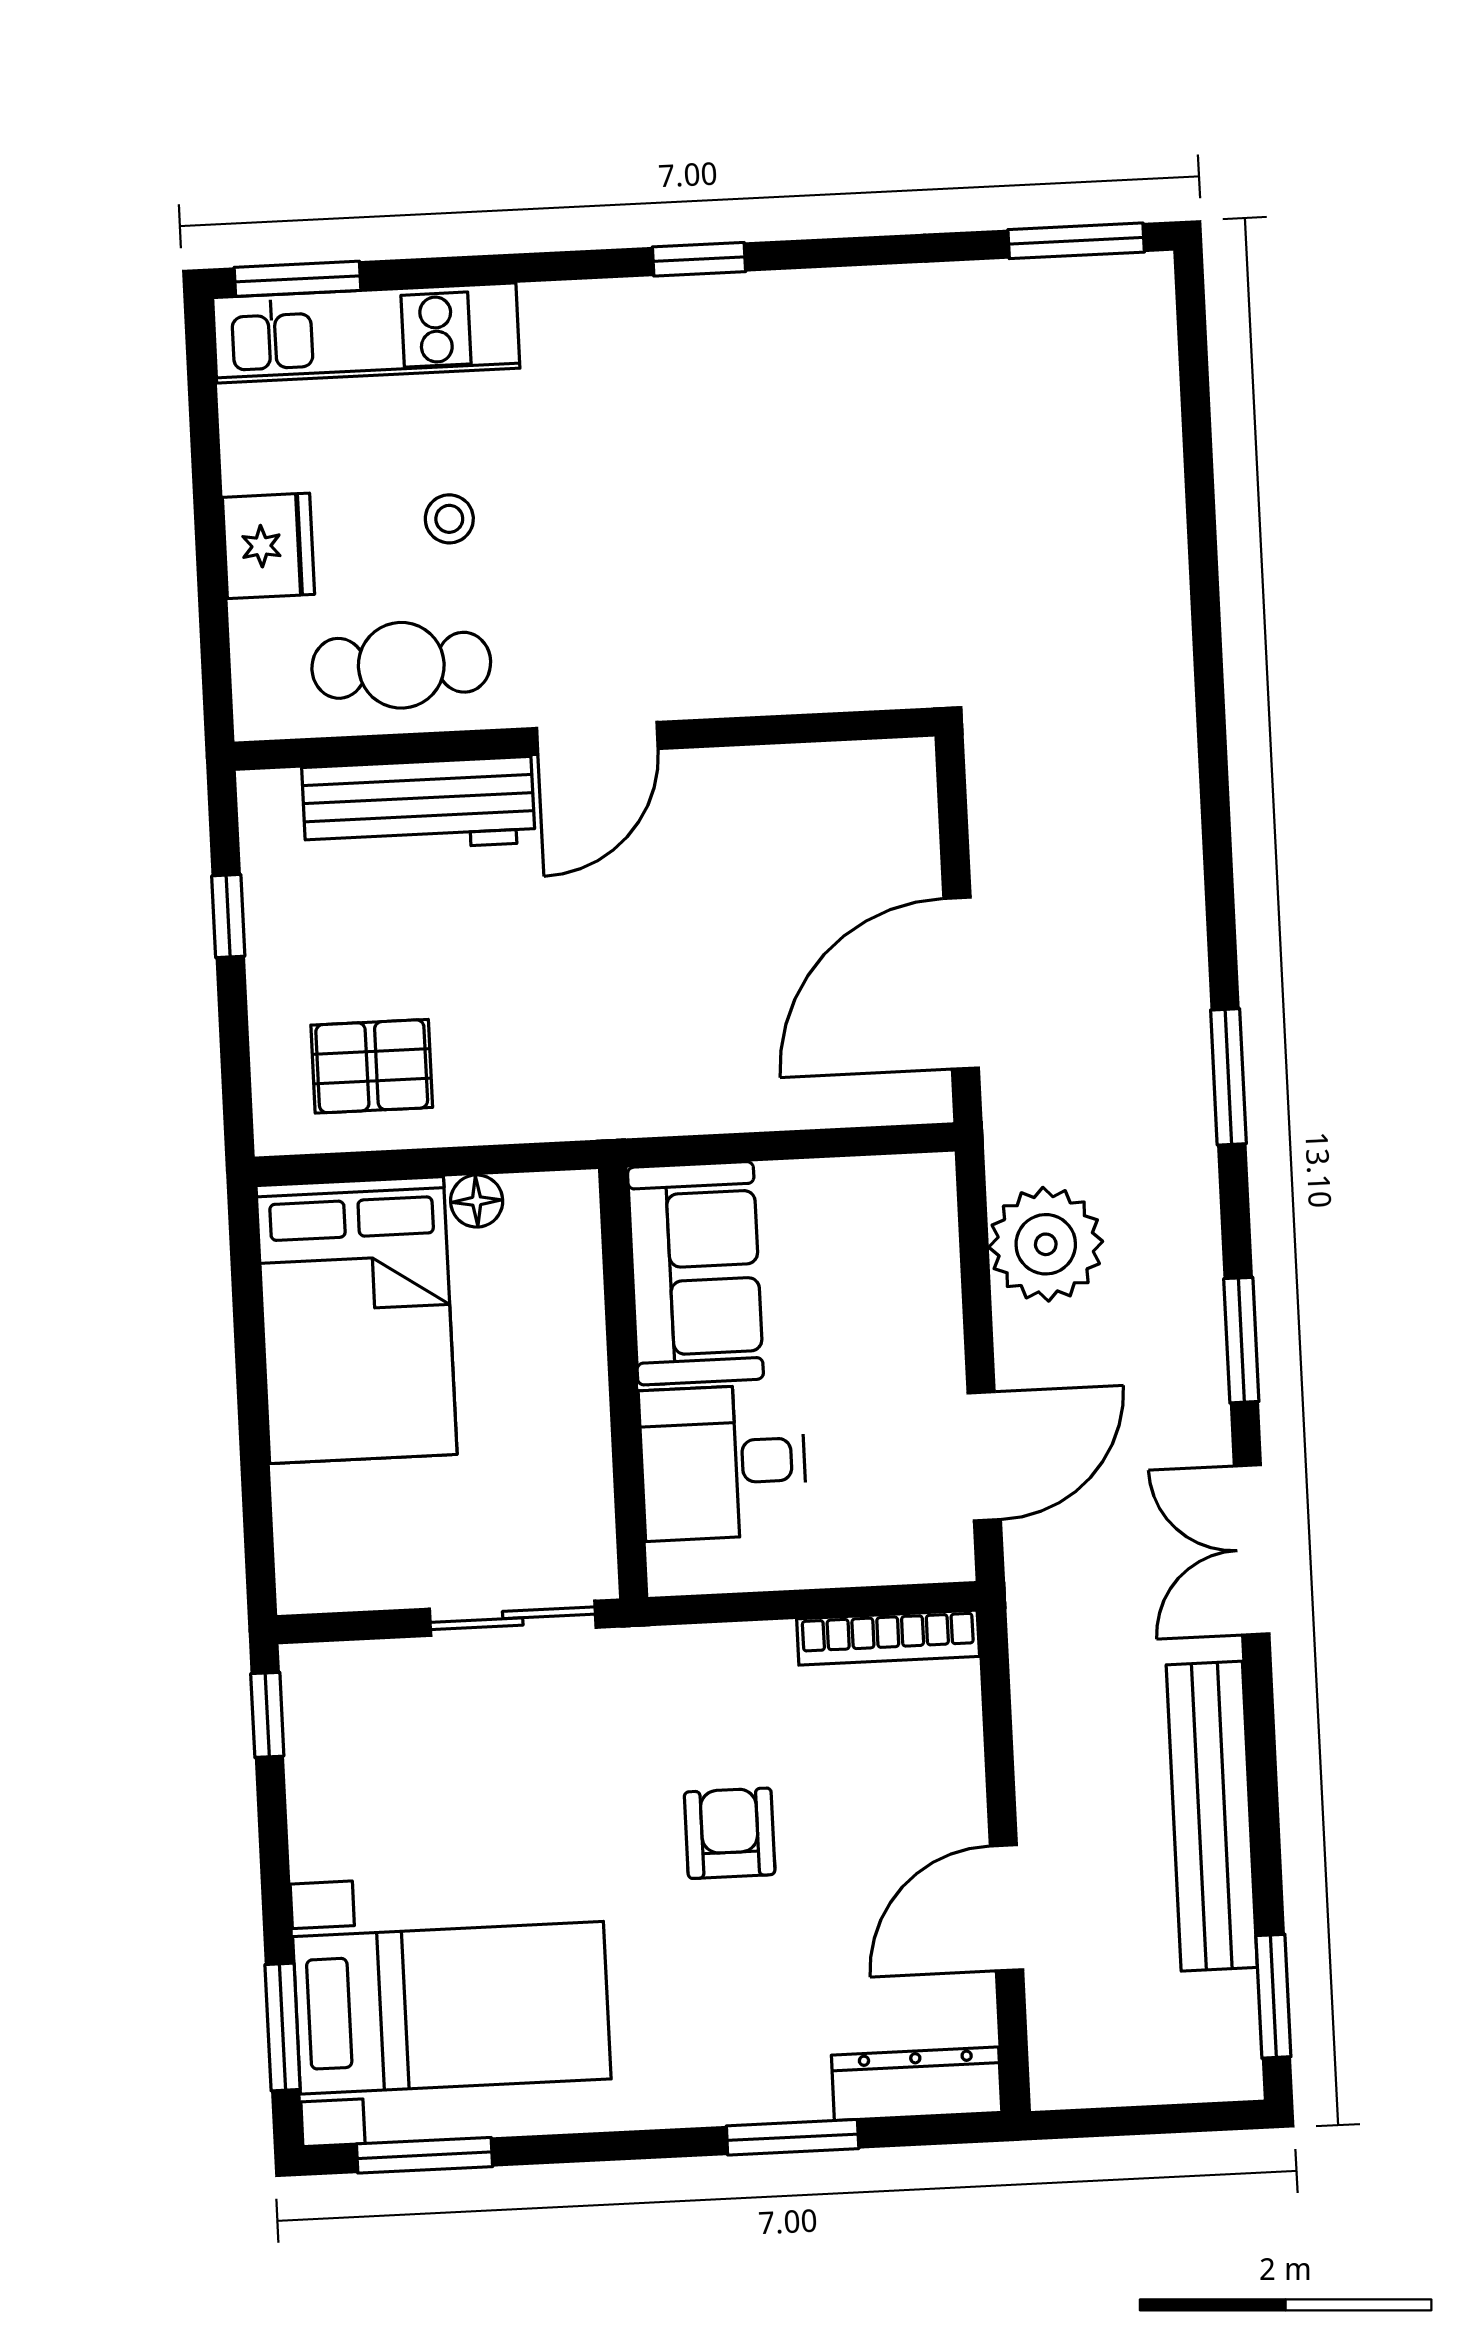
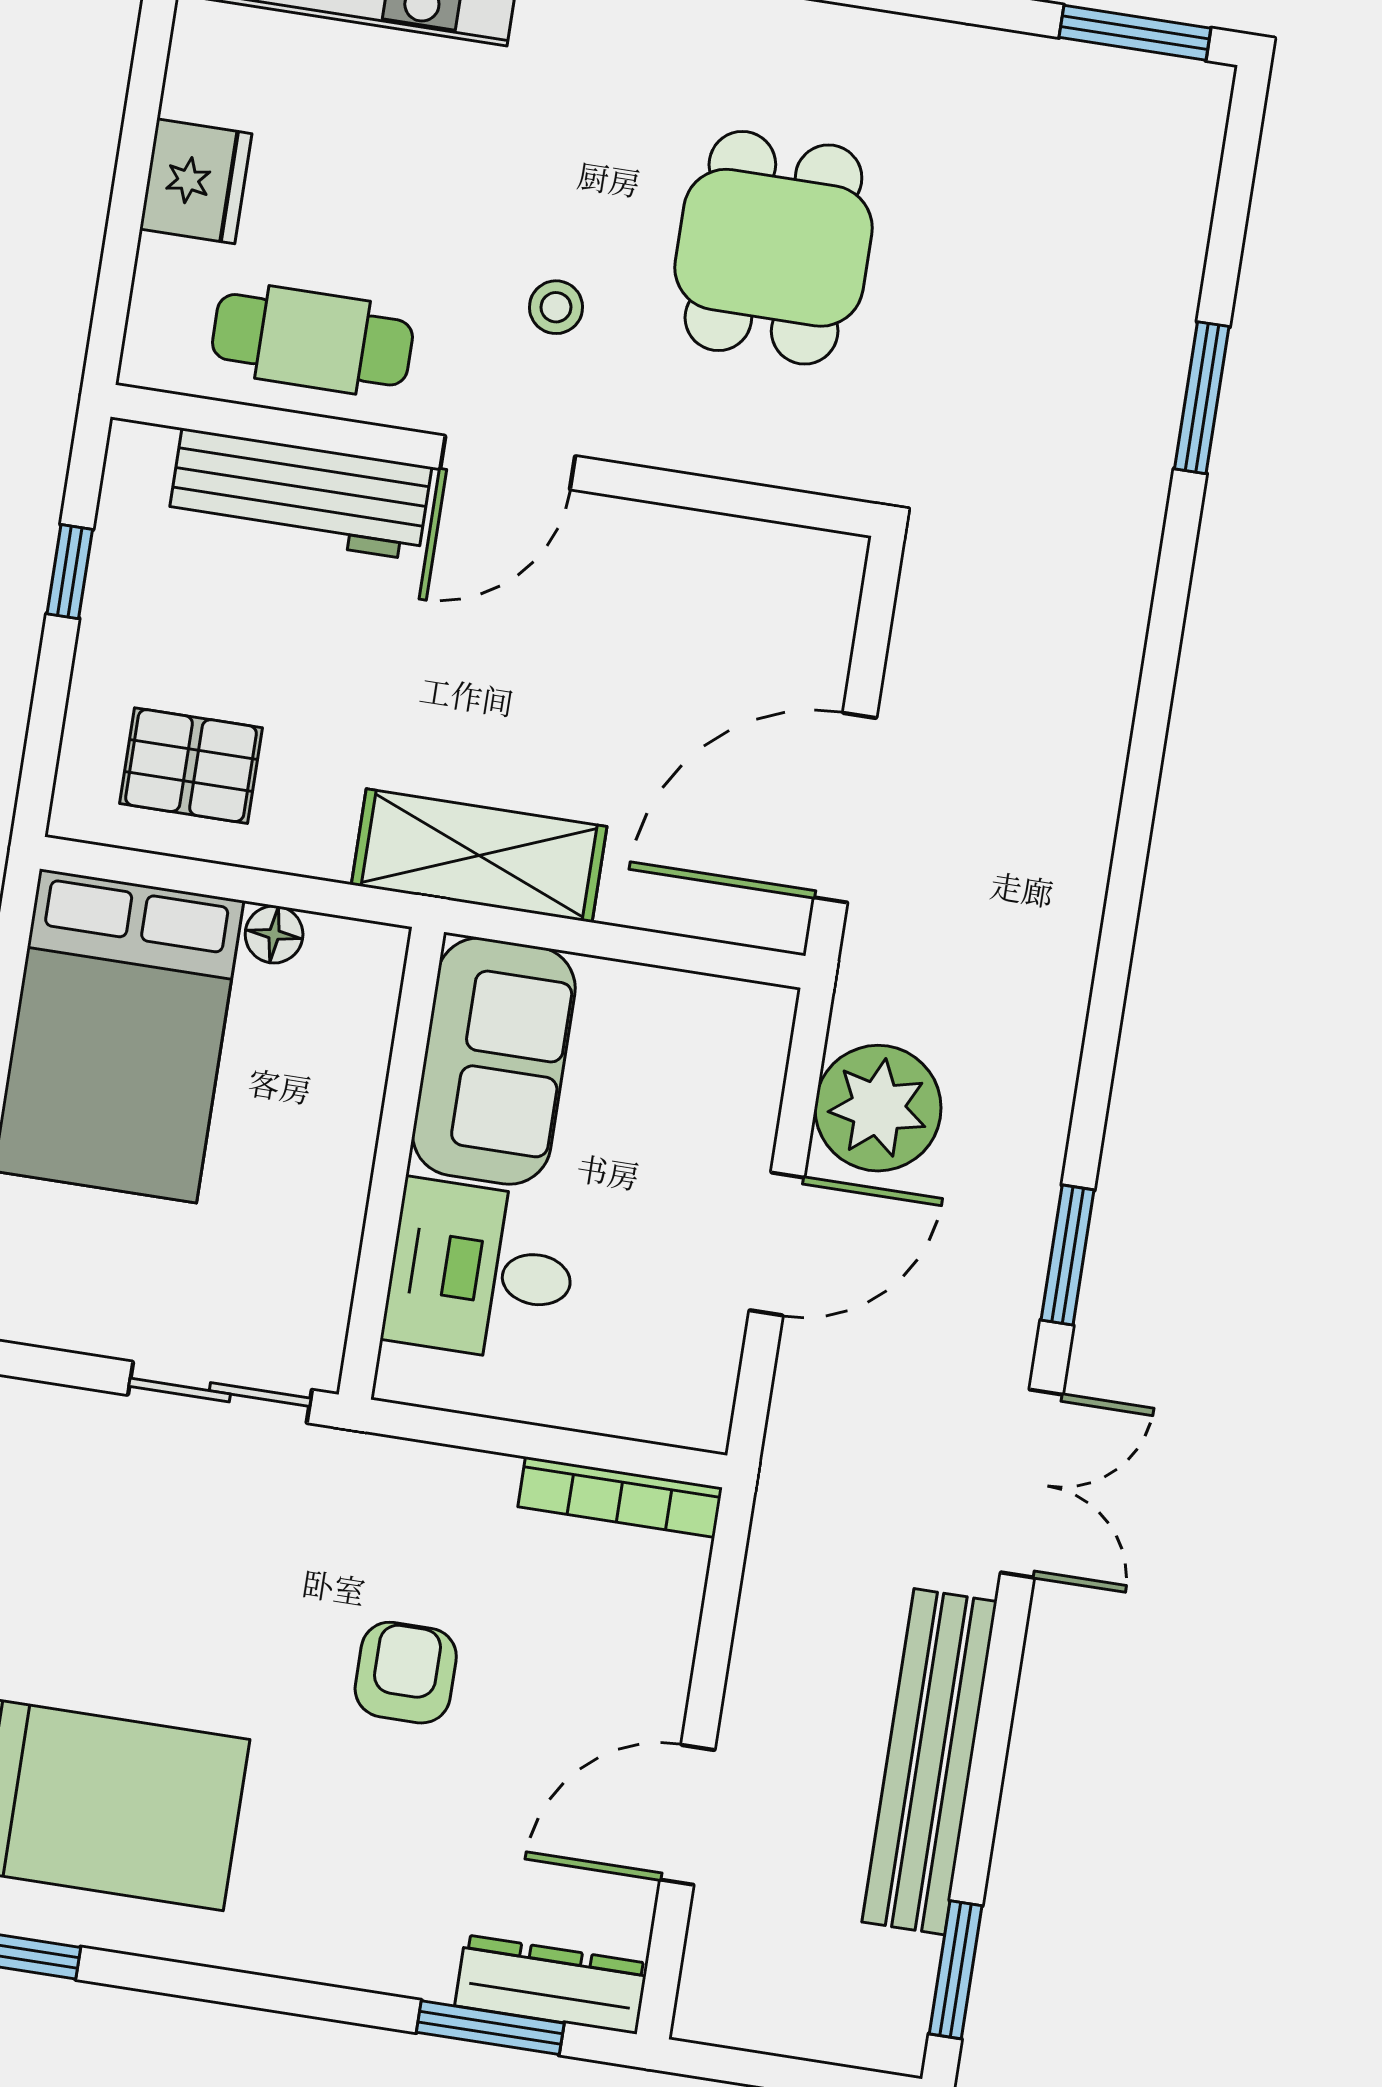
dining table: (794, 499) -> (773, 248), added
stool: (449, 519) -> (556, 307), moved
window: (1228, 1077) -> (1202, 398), moved
shelving: (645, 1093) -> (479, 856), added
door: (984, 1456) -> (777, 1244), moved
double door: (1252, 1550) -> (1032, 1484), swing flipped
window: (793, 2137) -> (490, 2028), moved

